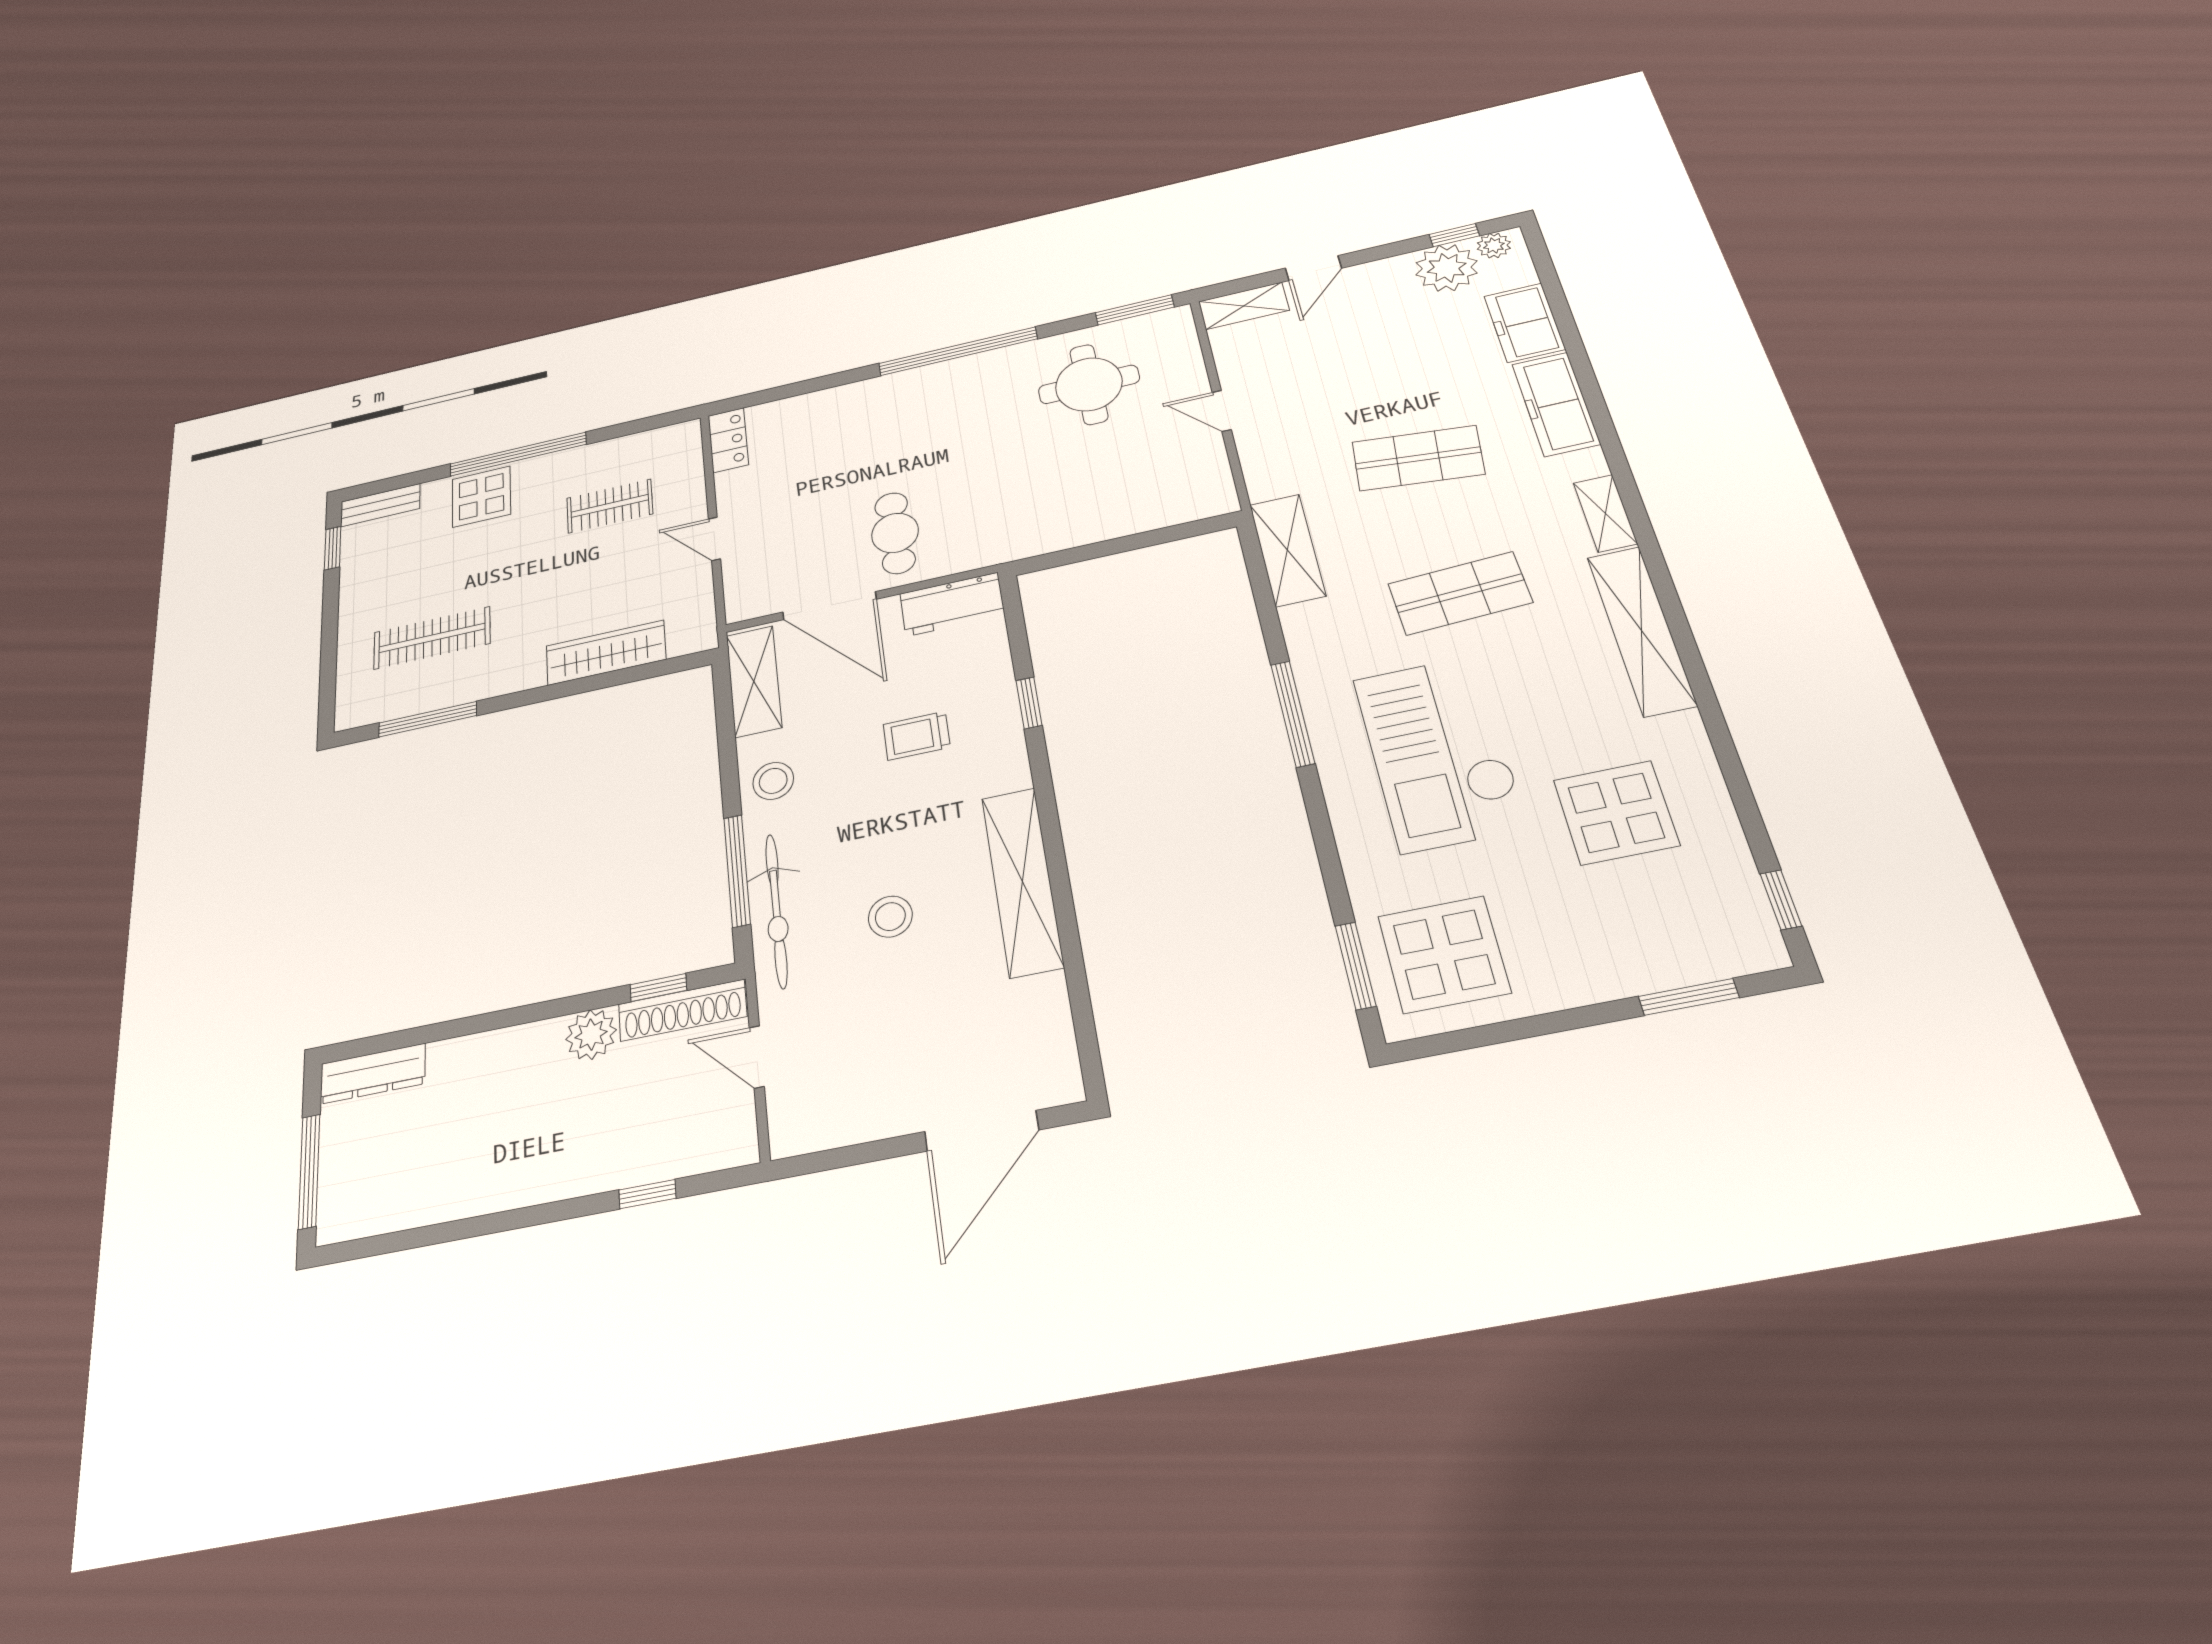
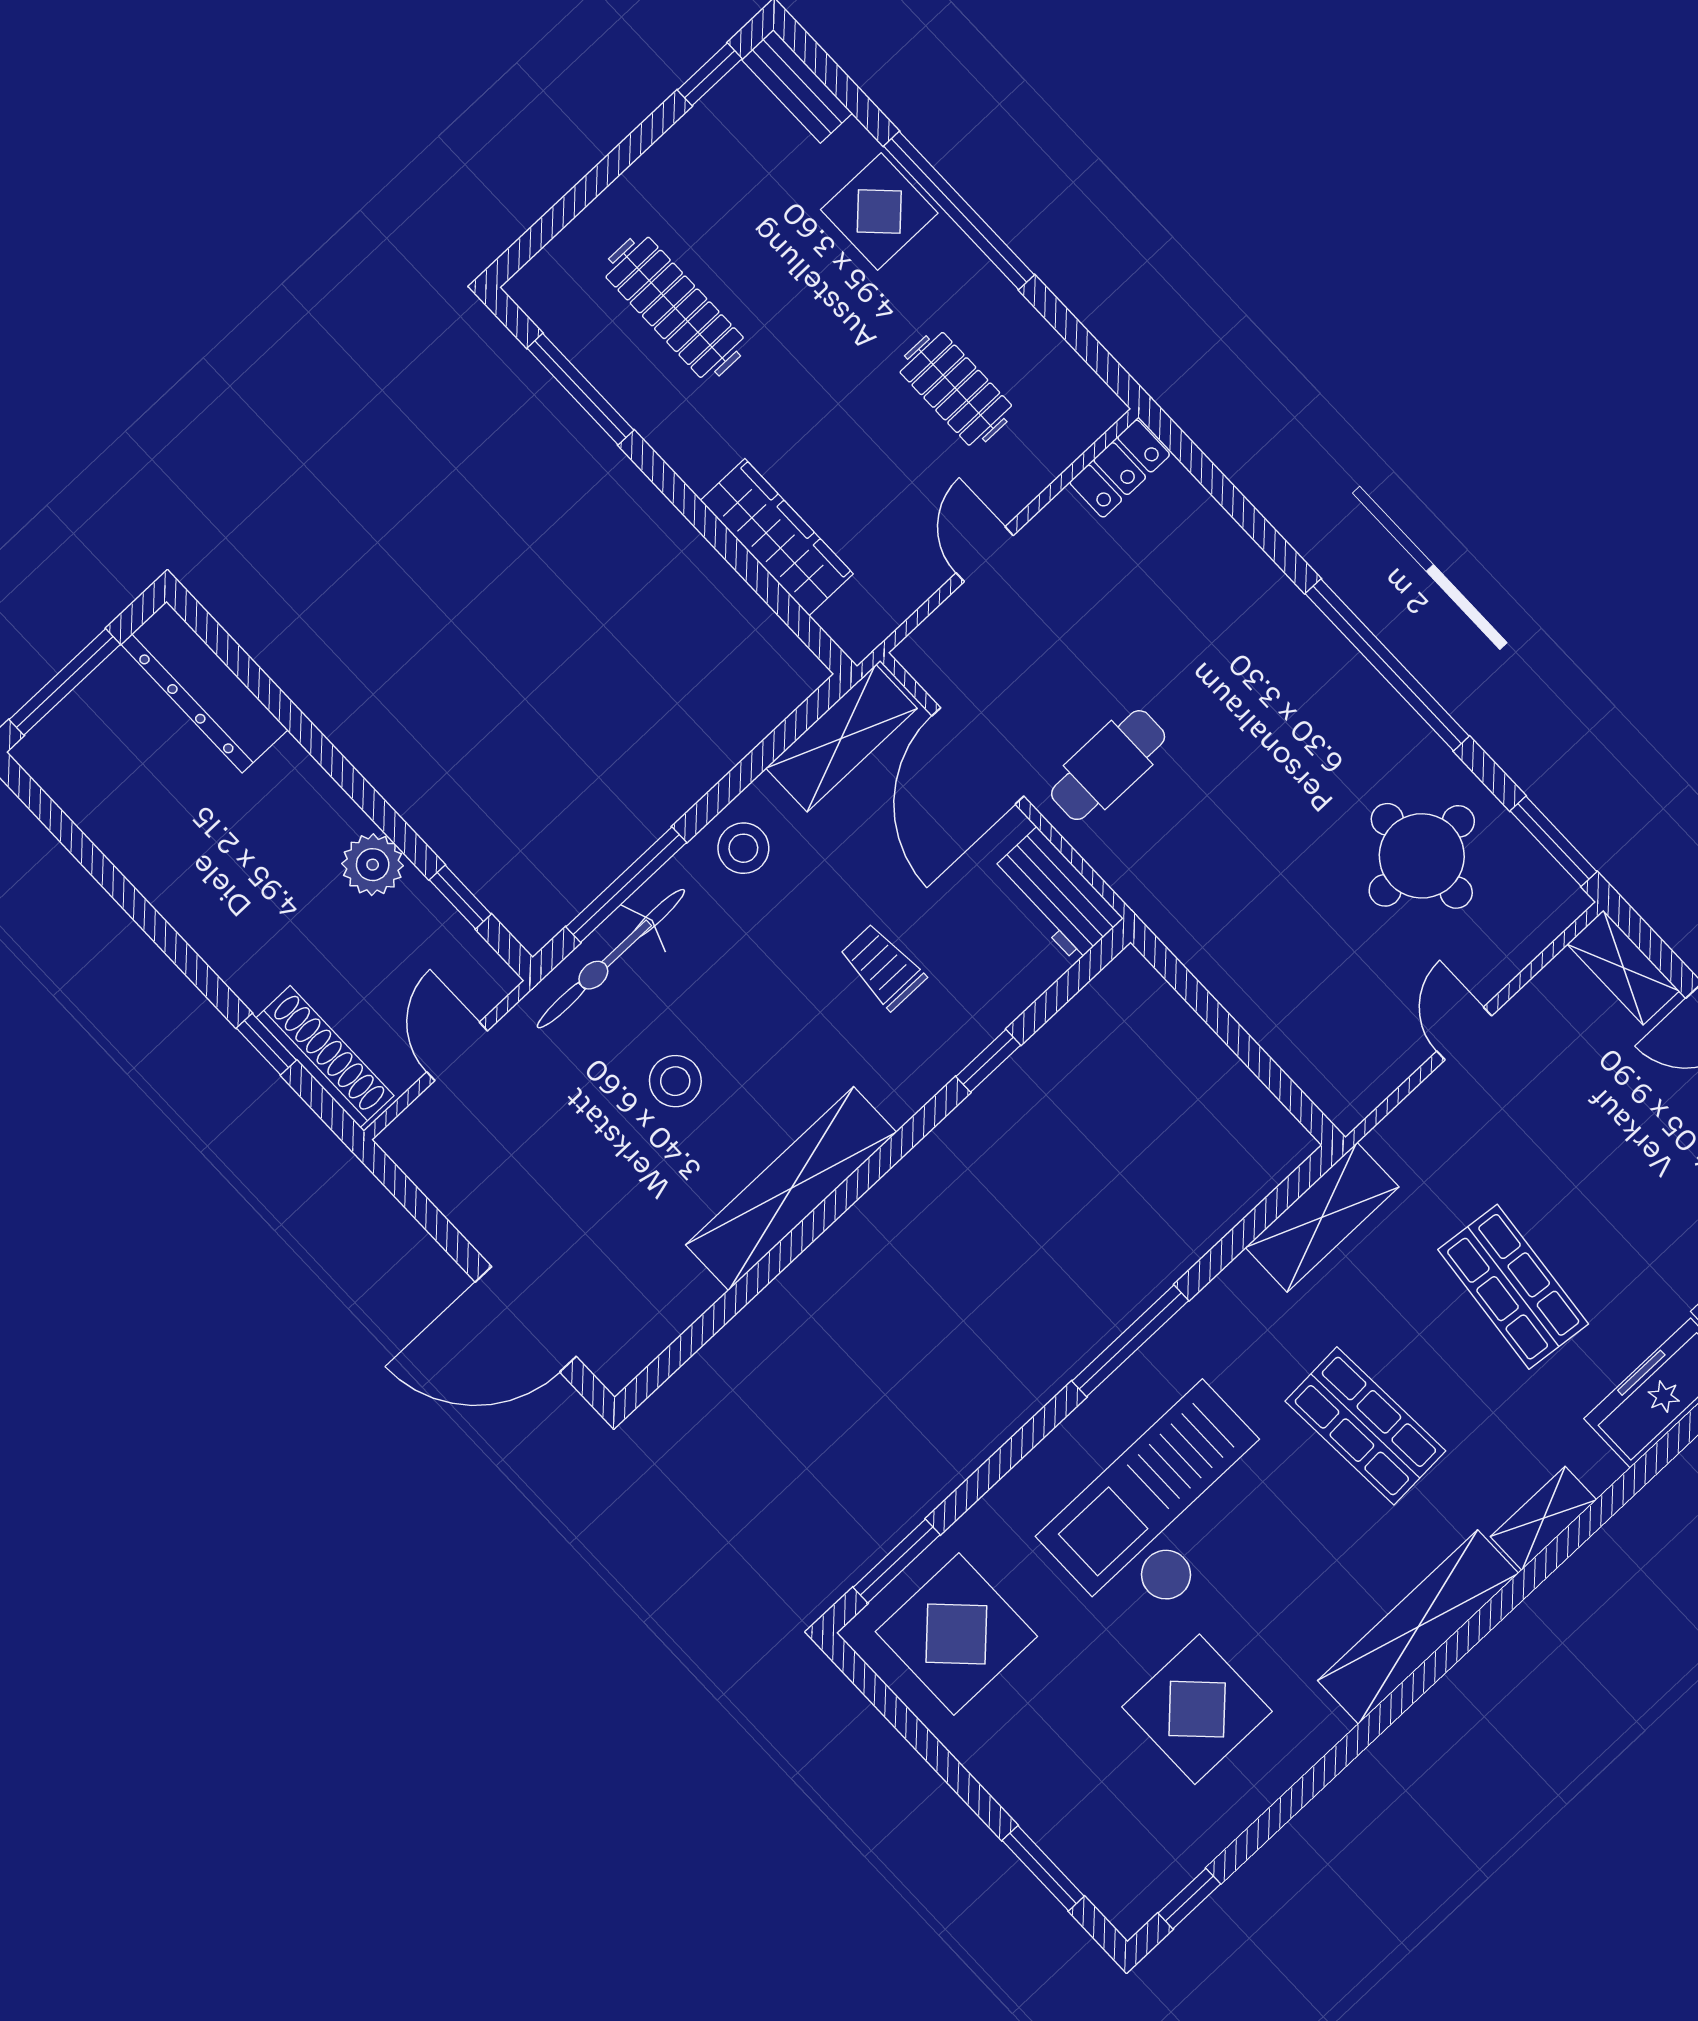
shoe rack: (683, 1010) -> (325, 1057), moved, turned 180
dresser: (373, 1074) -> (204, 687), width x1.37, depth x1.24

